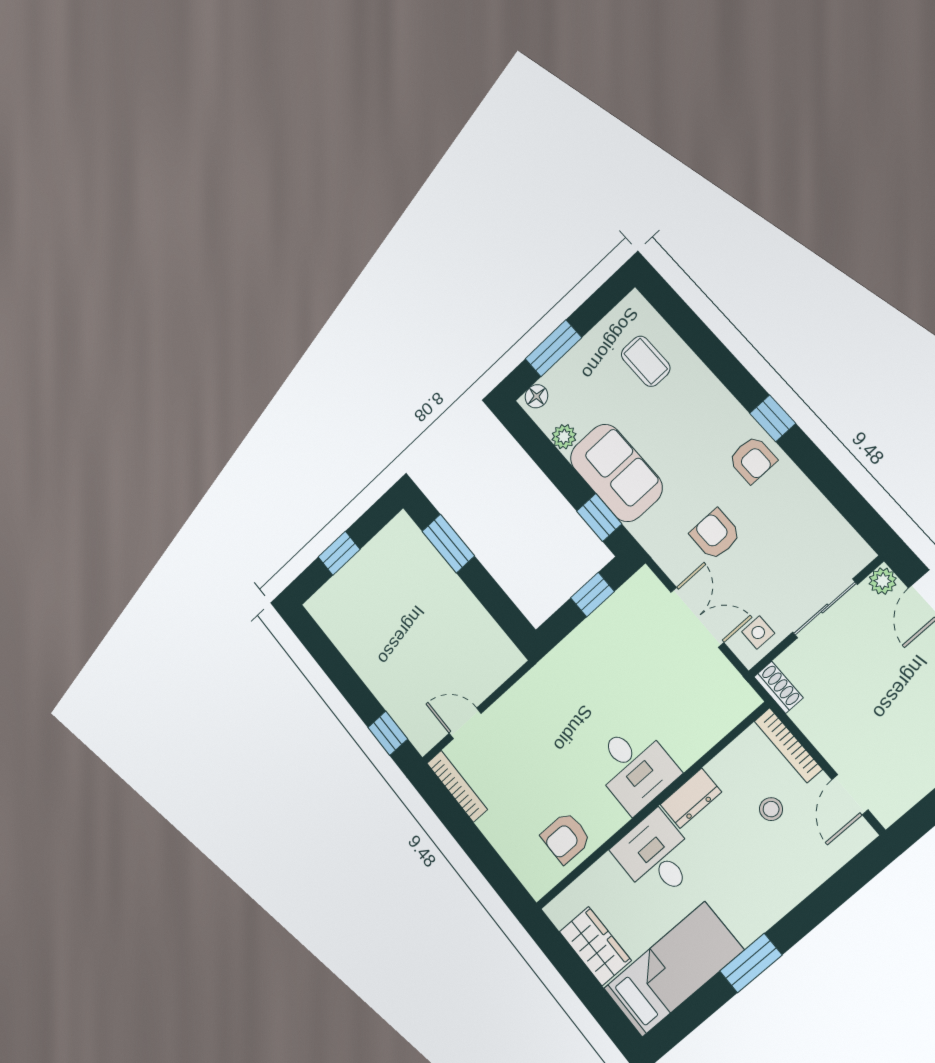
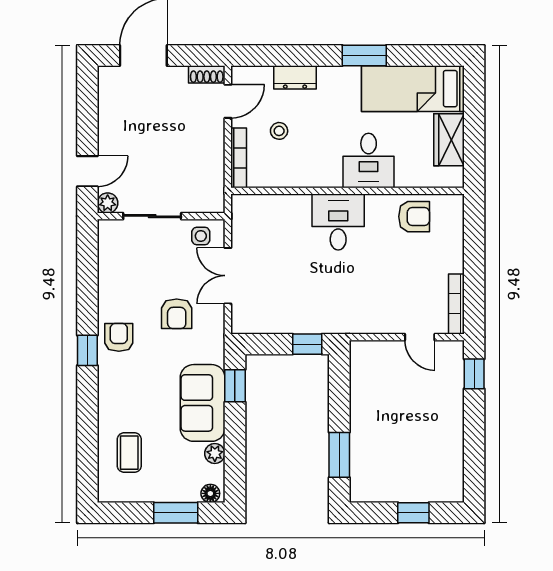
window: (592, 595) -> (307, 344), moved
shoe rack: (779, 687) -> (207, 74), moved, turned -90
dresser: (691, 798) -> (295, 77), moved, turned 180

